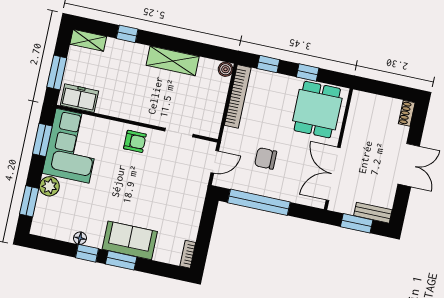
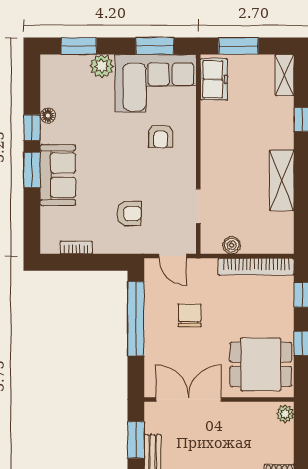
boiler: (226, 69) -> (232, 245), moved
plant: (361, 98) -> (285, 414), added
armchair: (135, 141) -> (161, 136), moved
armchair: (173, 190) -> (129, 214), added
bookcase: (188, 254) -> (76, 248), moved

